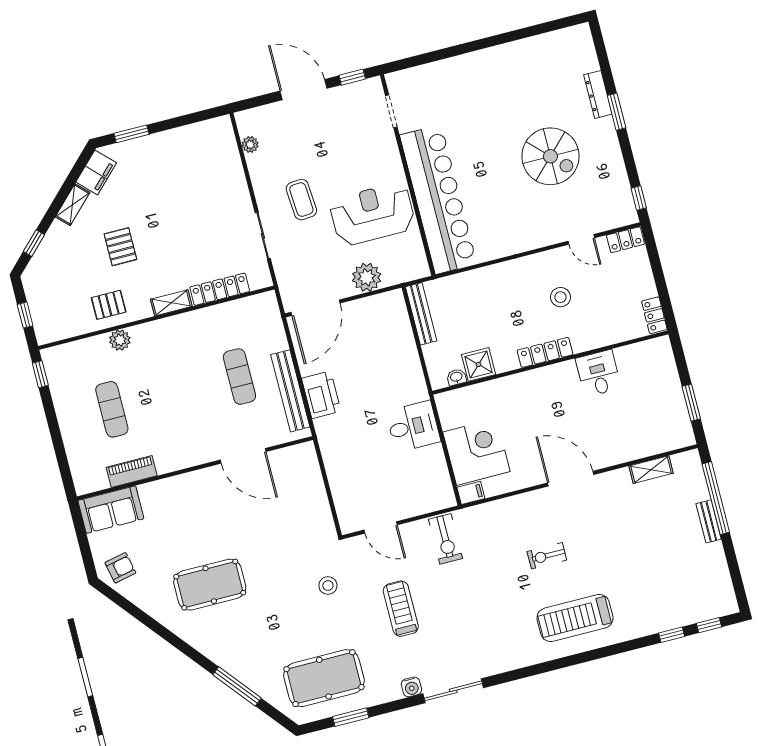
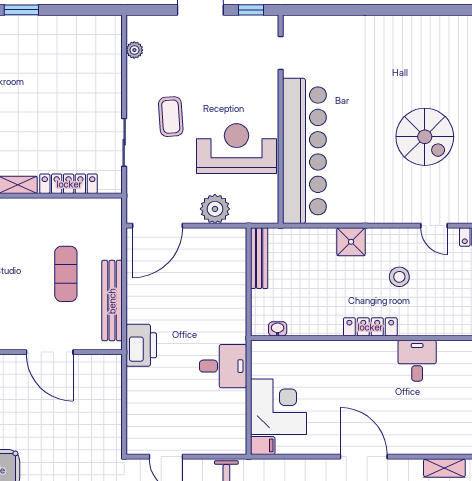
shower: (478, 364) -> (351, 242), moved
printer: (321, 395) -> (141, 345), moved

